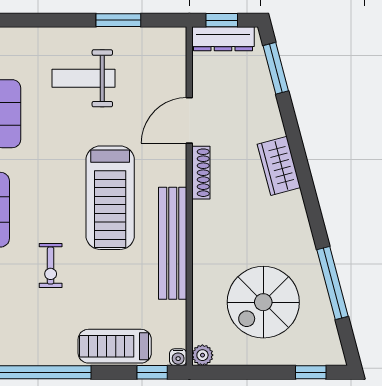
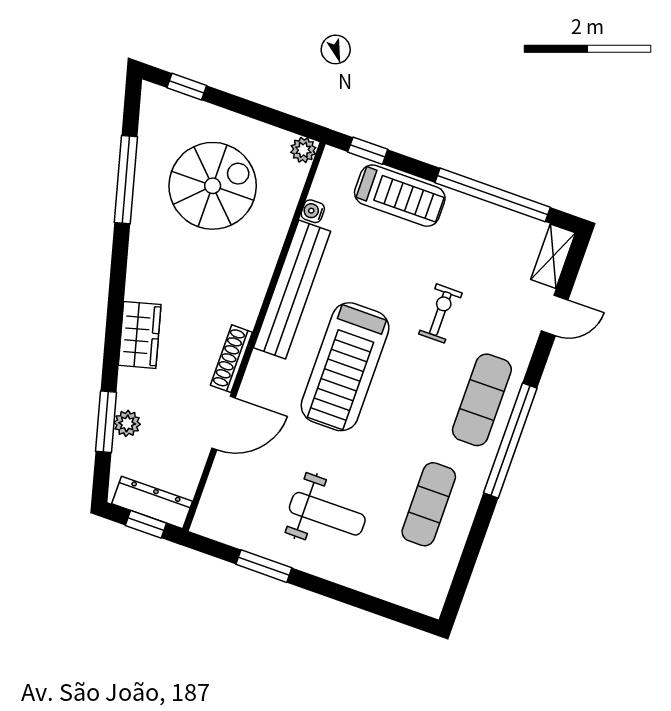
window: (276, 68) -> (106, 422), moved
plant: (264, 93) -> (127, 423), added
treadmill: (110, 198) -> (345, 367), turned 180
water cooler: (178, 357) -> (313, 211), moved, turned -90

